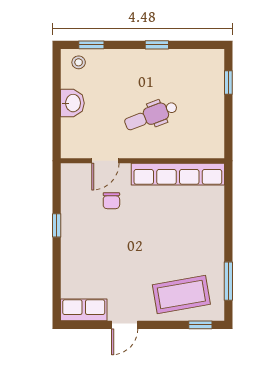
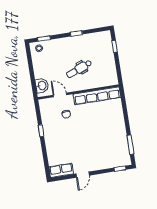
washbasin: (72, 103) -> (42, 86), moved
door: (105, 161) -> (60, 95), swing flipped
coffee table: (181, 294) -> (108, 155), removed

